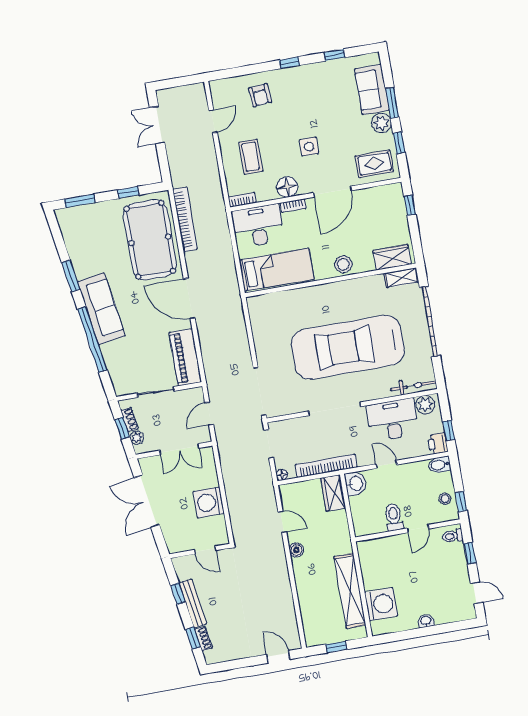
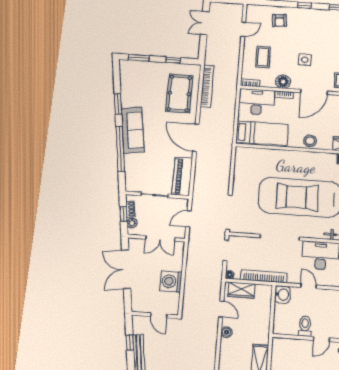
pool table: (150, 240) -> (179, 93), width x0.73, depth x0.76
wardrobe: (333, 493) -> (241, 290), moved, turned -90

